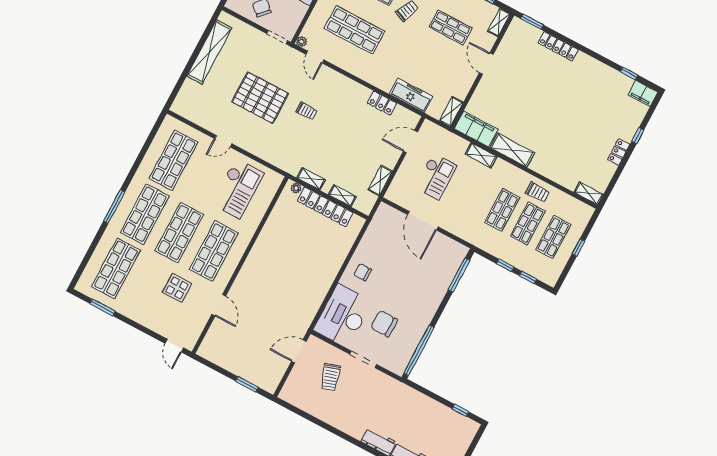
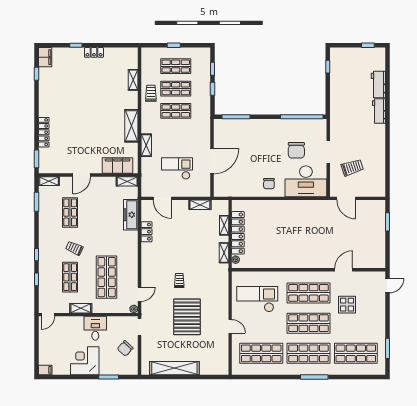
filing cabinet: (476, 129) -> (118, 165), moved, turned 90
shelving: (589, 193) -> (133, 80), moved

